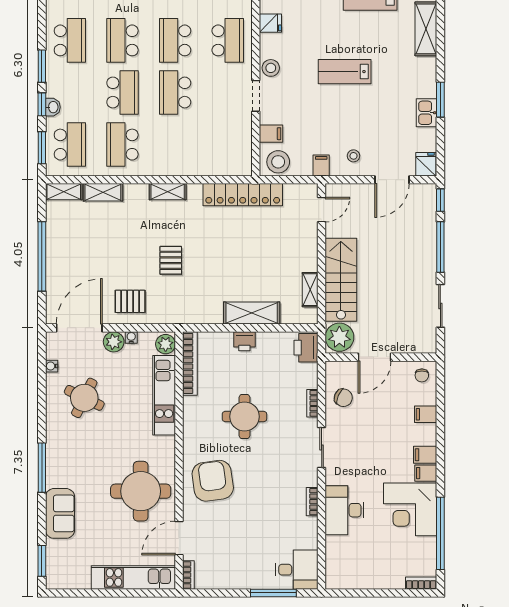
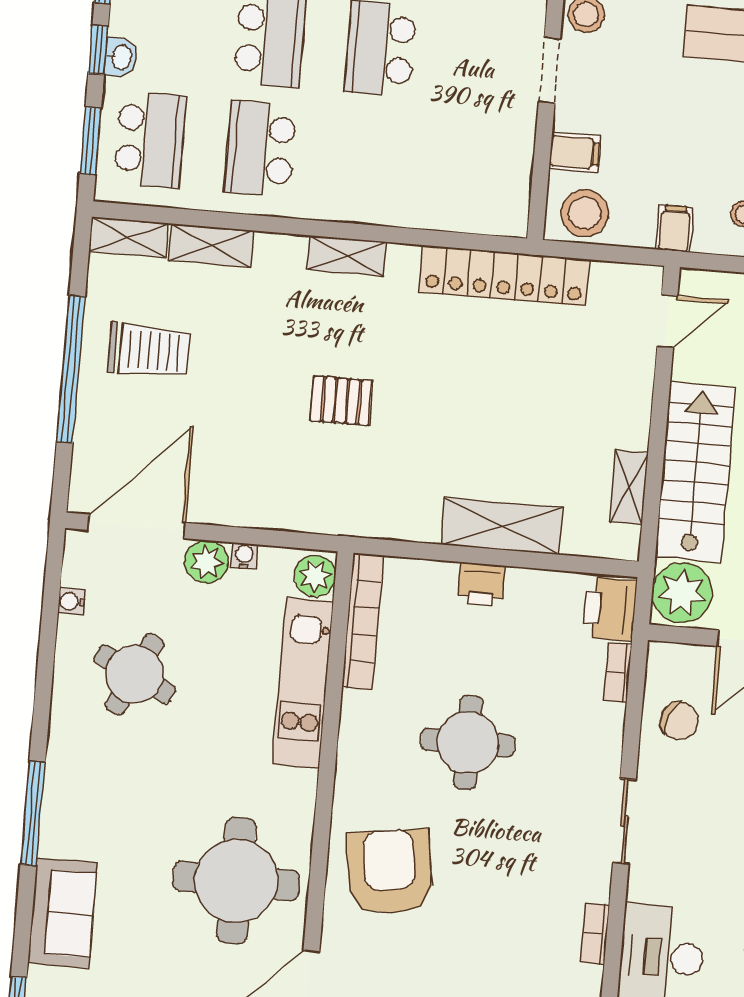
trolley: (78, 244) -> (149, 350), added
pallet: (171, 260) -> (341, 401), turned 90
pallet: (130, 301) -> (248, 480), removed
bookcase: (312, 403) -> (618, 673), moved

